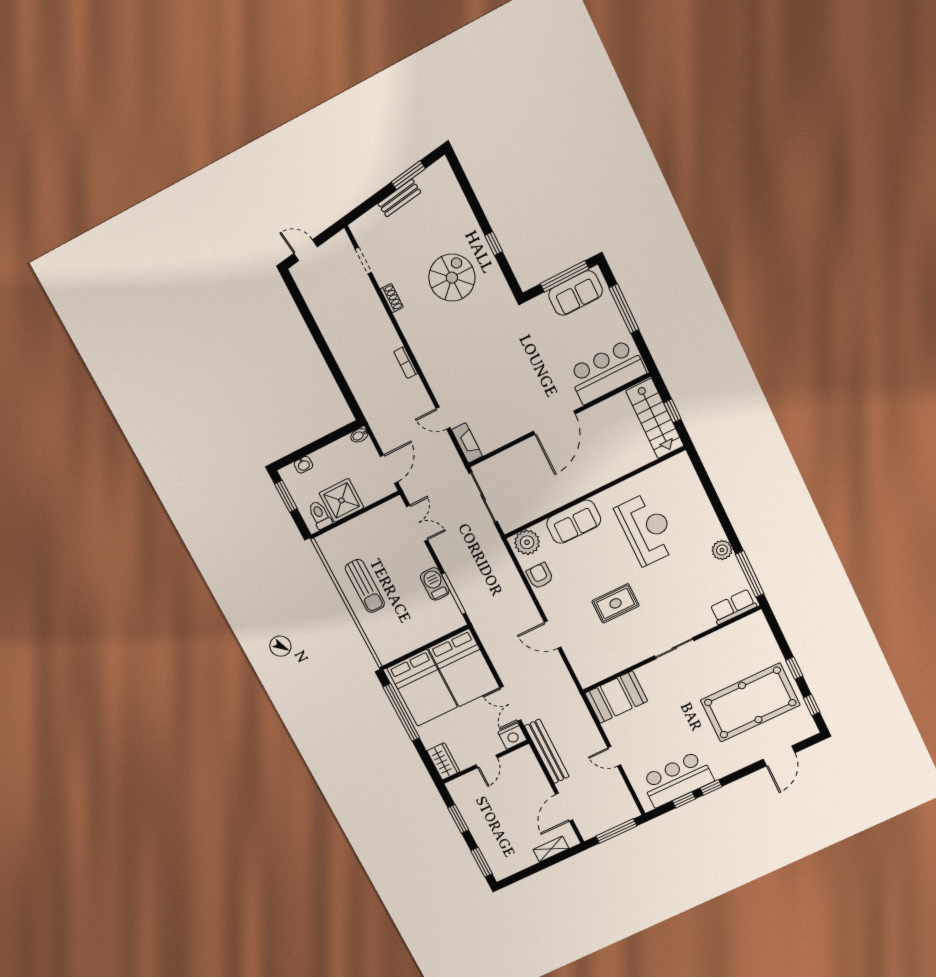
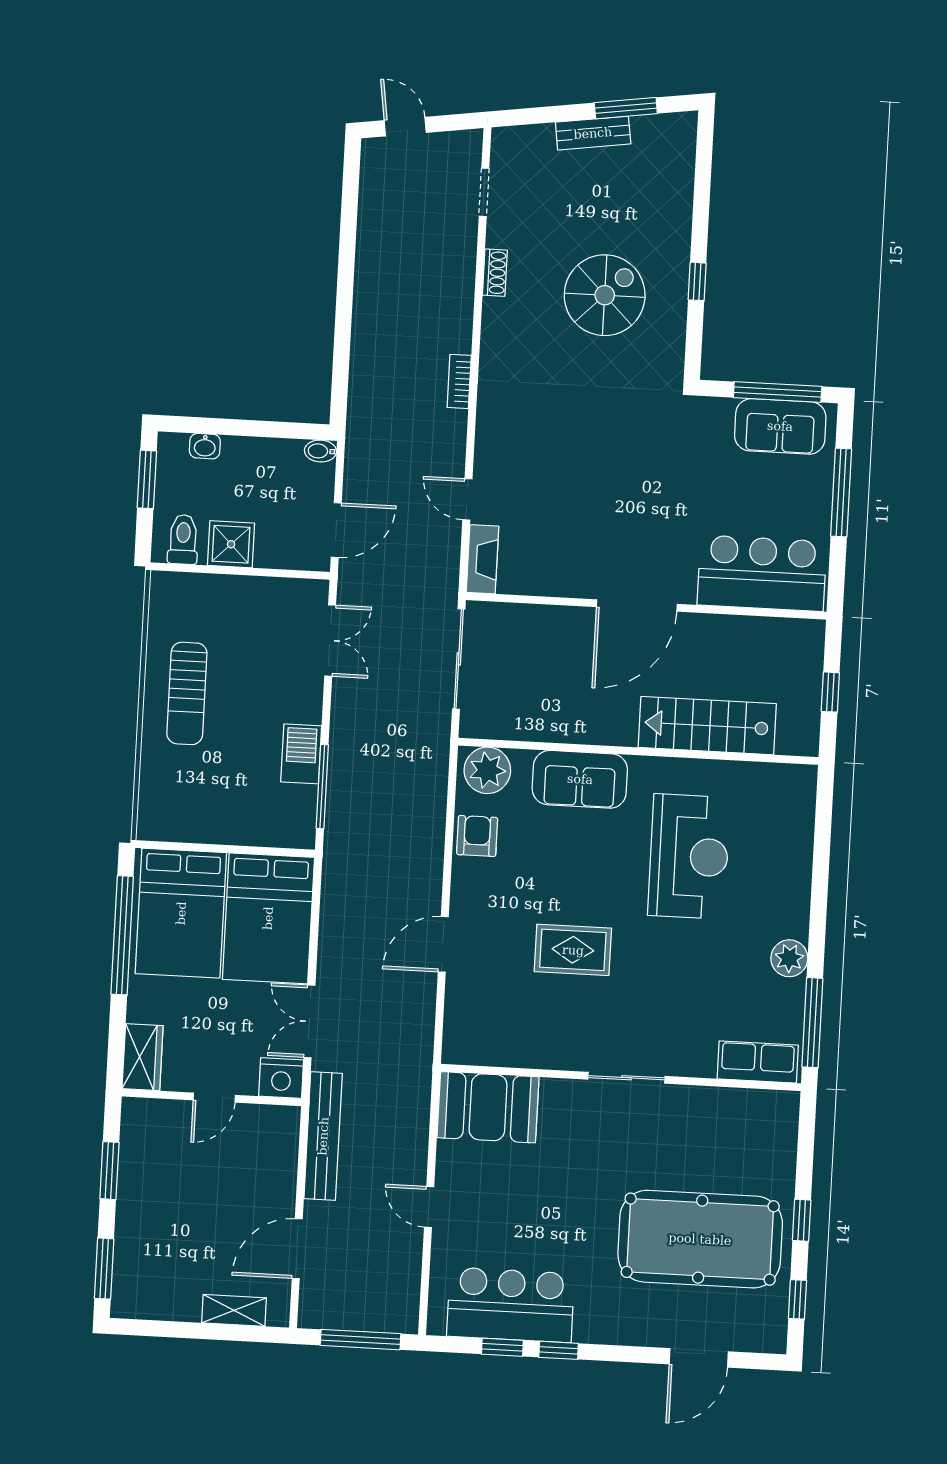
stairs: (655, 418) -> (707, 726), moved, turned 90
shower: (342, 500) -> (231, 544), width x0.73, depth x0.73
door: (553, 635) -> (443, 944), hinge flipped

